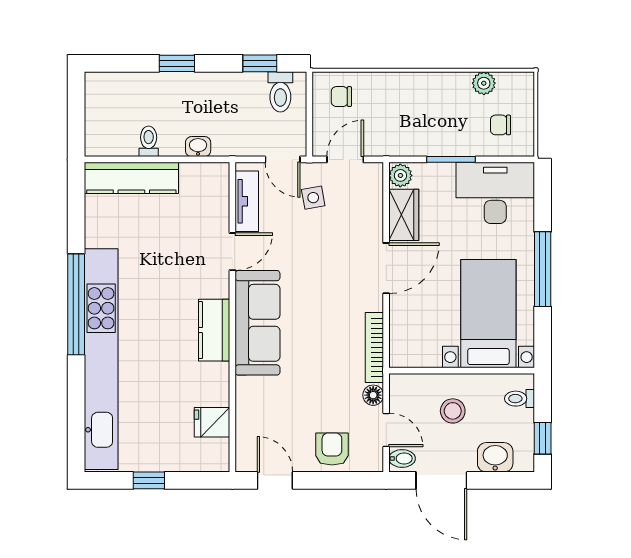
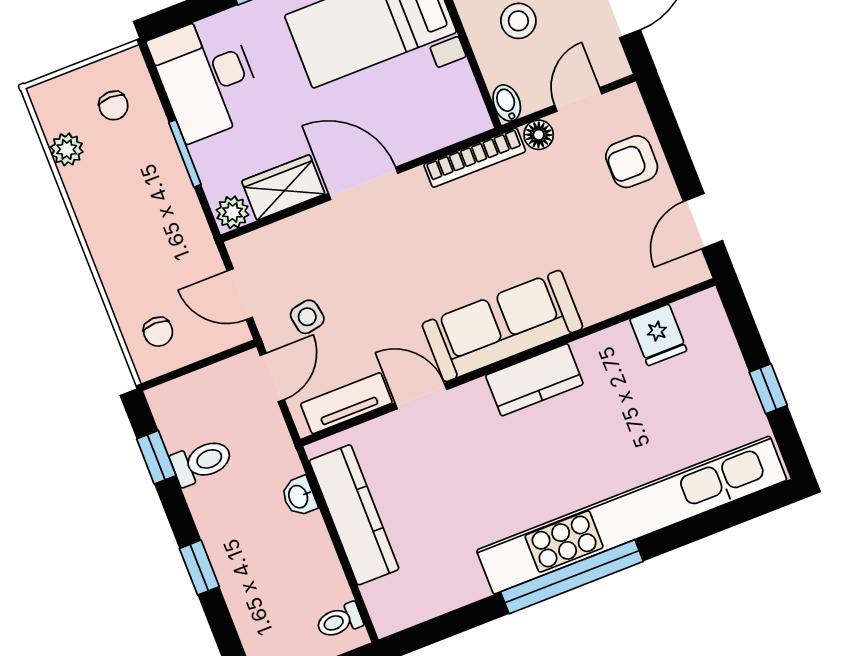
toilet: (280, 92) -> (202, 462), moved
toilet: (149, 141) -> (339, 621), moved
kitchen counter: (131, 178) -> (354, 515), moved
bidet: (402, 459) -> (507, 103), moved

